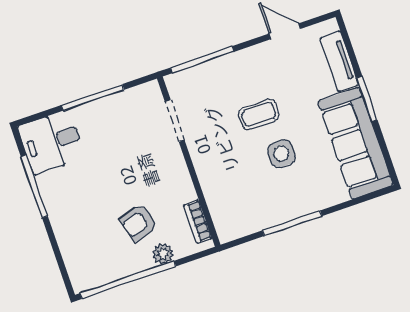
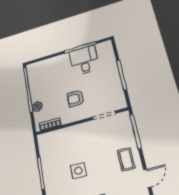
coffee table: (259, 114) -> (126, 159), moved
desk: (52, 142) -> (84, 60), moved
armchair: (138, 222) -> (76, 98), moved, turned -73

